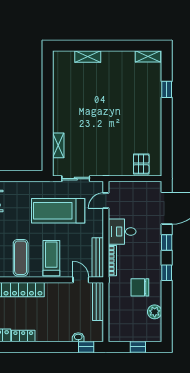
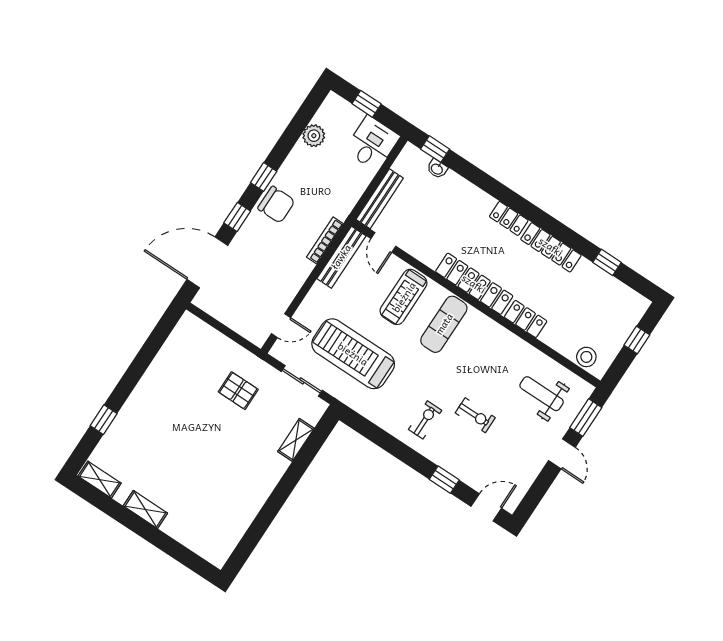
shelving: (88, 57) -> (145, 509), moved
pallet: (141, 164) -> (238, 391), moved, turned 90
treadmill: (58, 211) -> (353, 354), turned 180
desk: (122, 232) -> (372, 143), moved, turned -90
chair: (140, 287) -> (276, 205), moved

